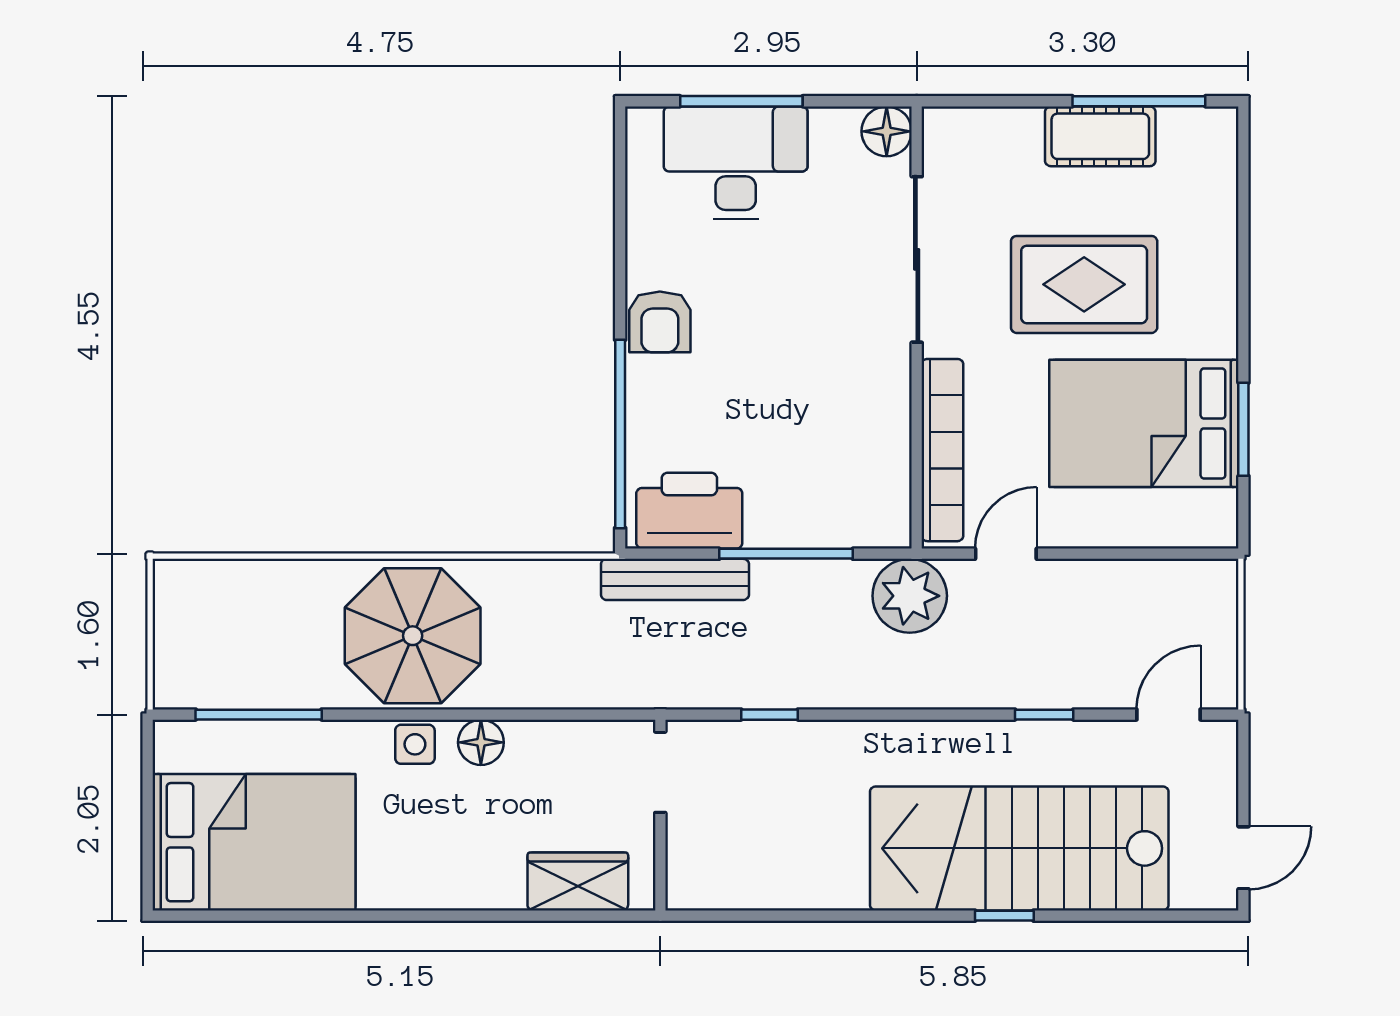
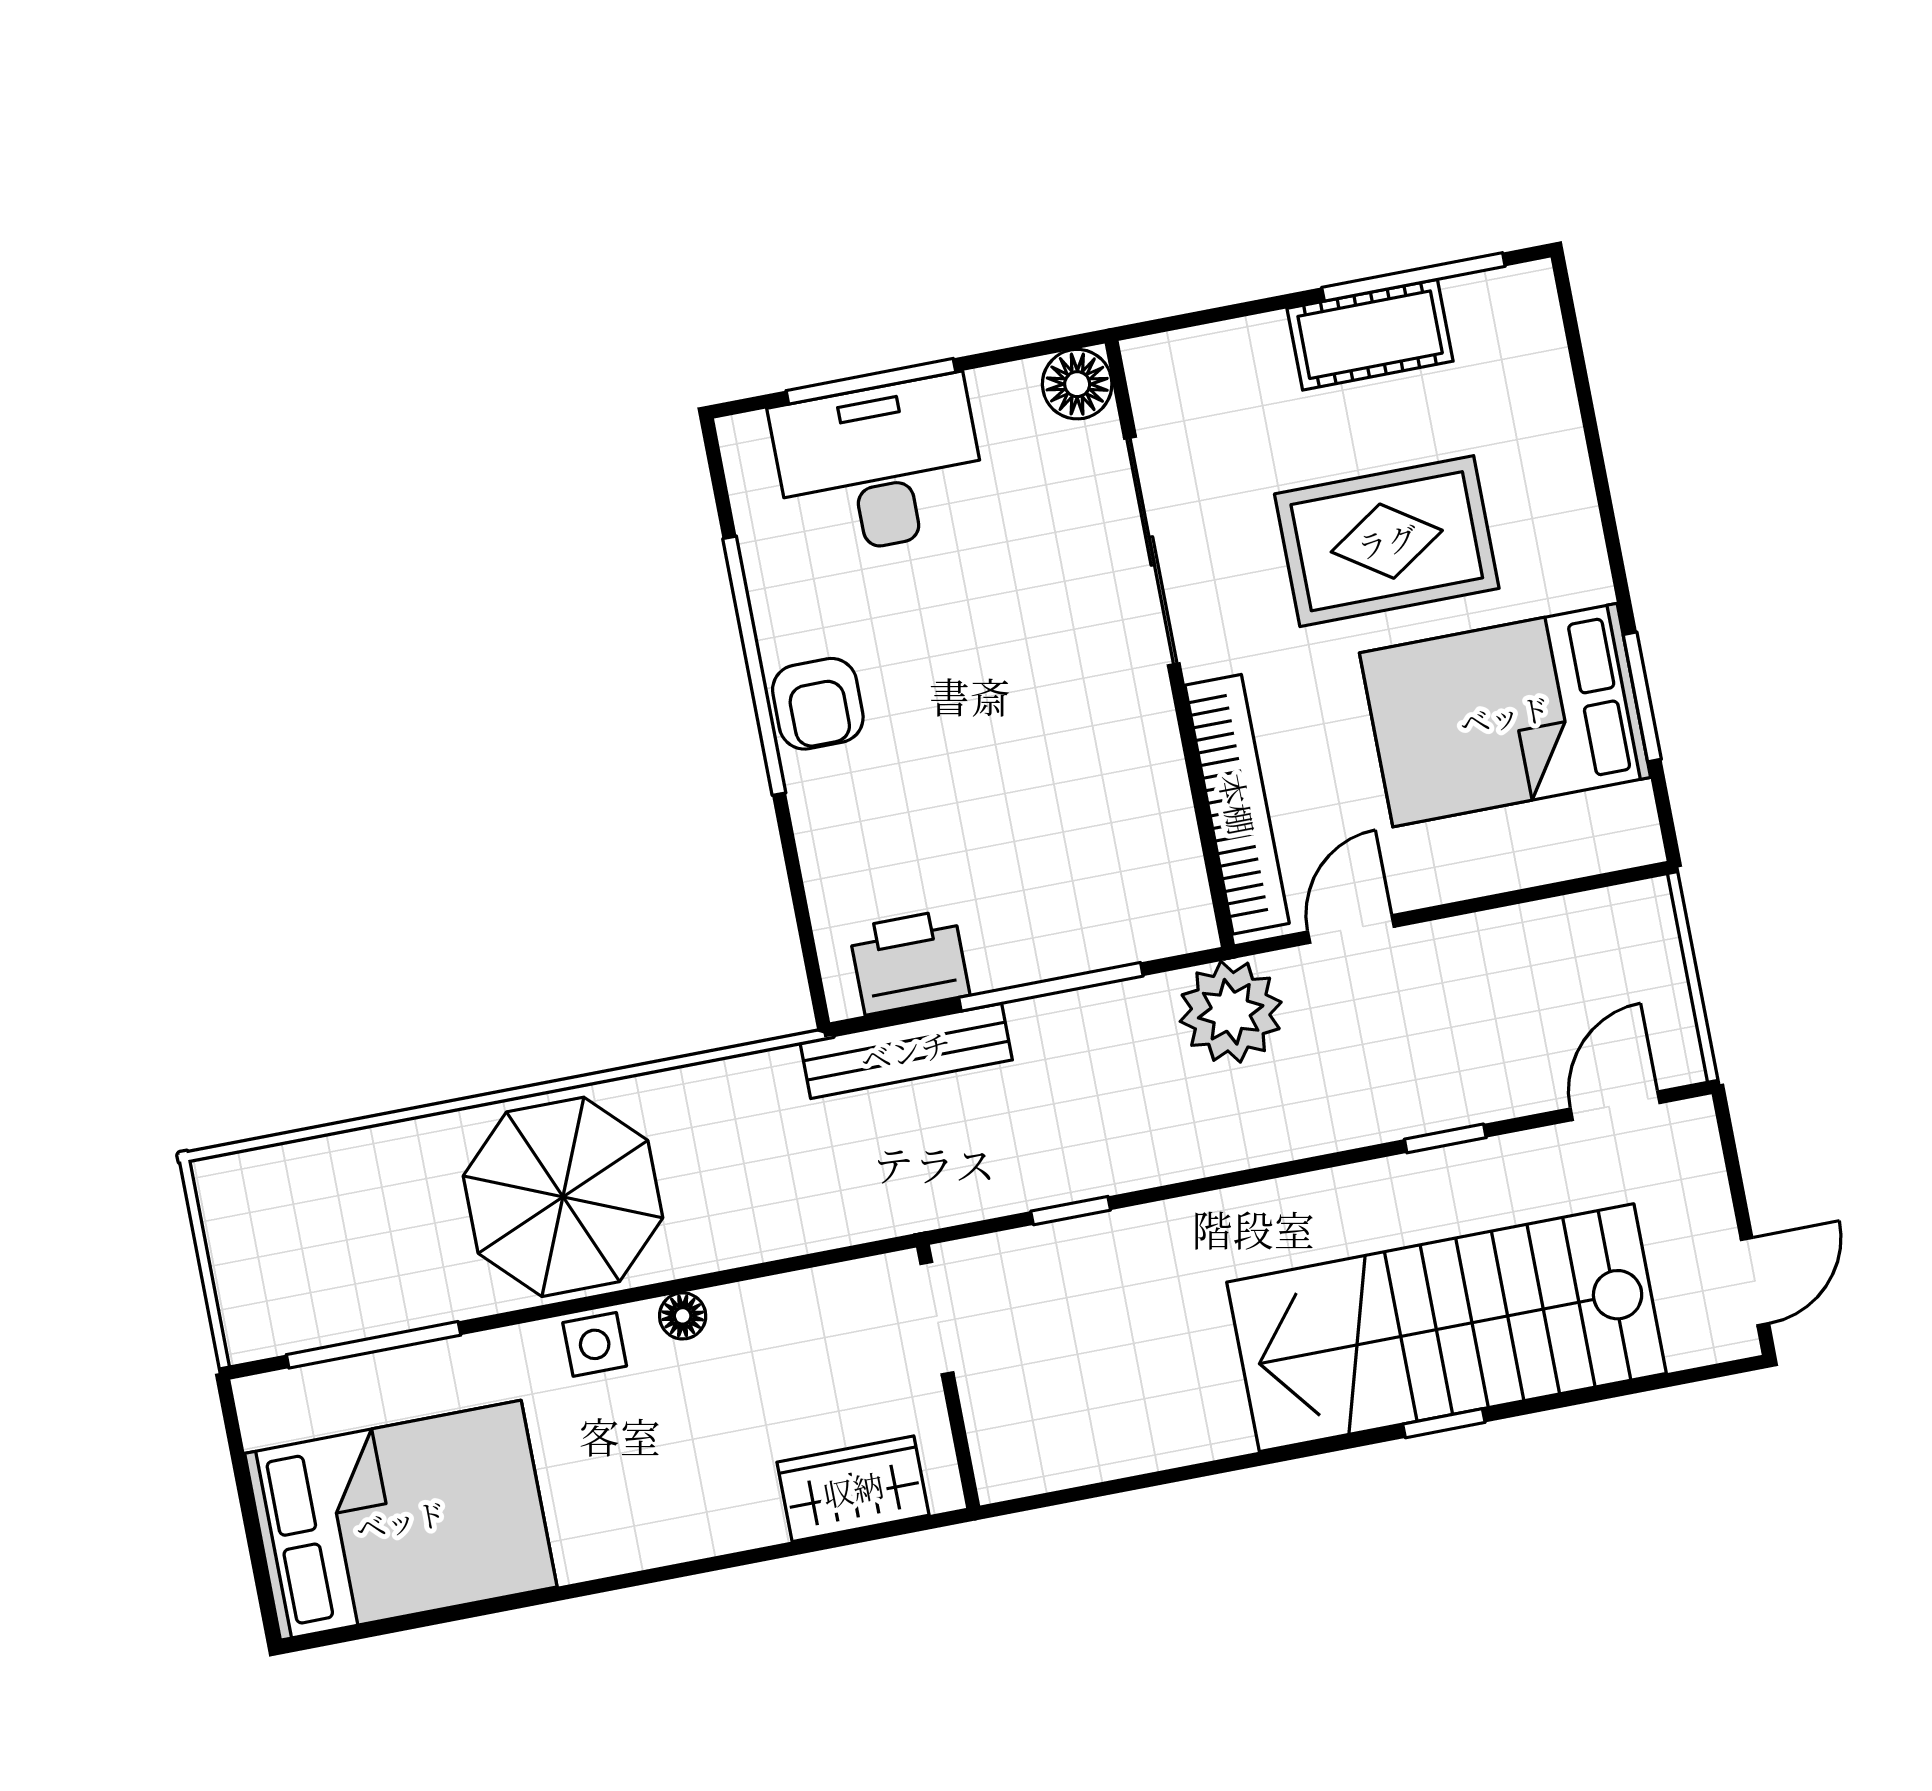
window: (620, 434) -> (754, 666), moved
printer: (689, 511) -> (909, 962), width x0.73, depth x0.84
floor lamp: (481, 742) -> (683, 1316), width x0.73, depth x0.73

